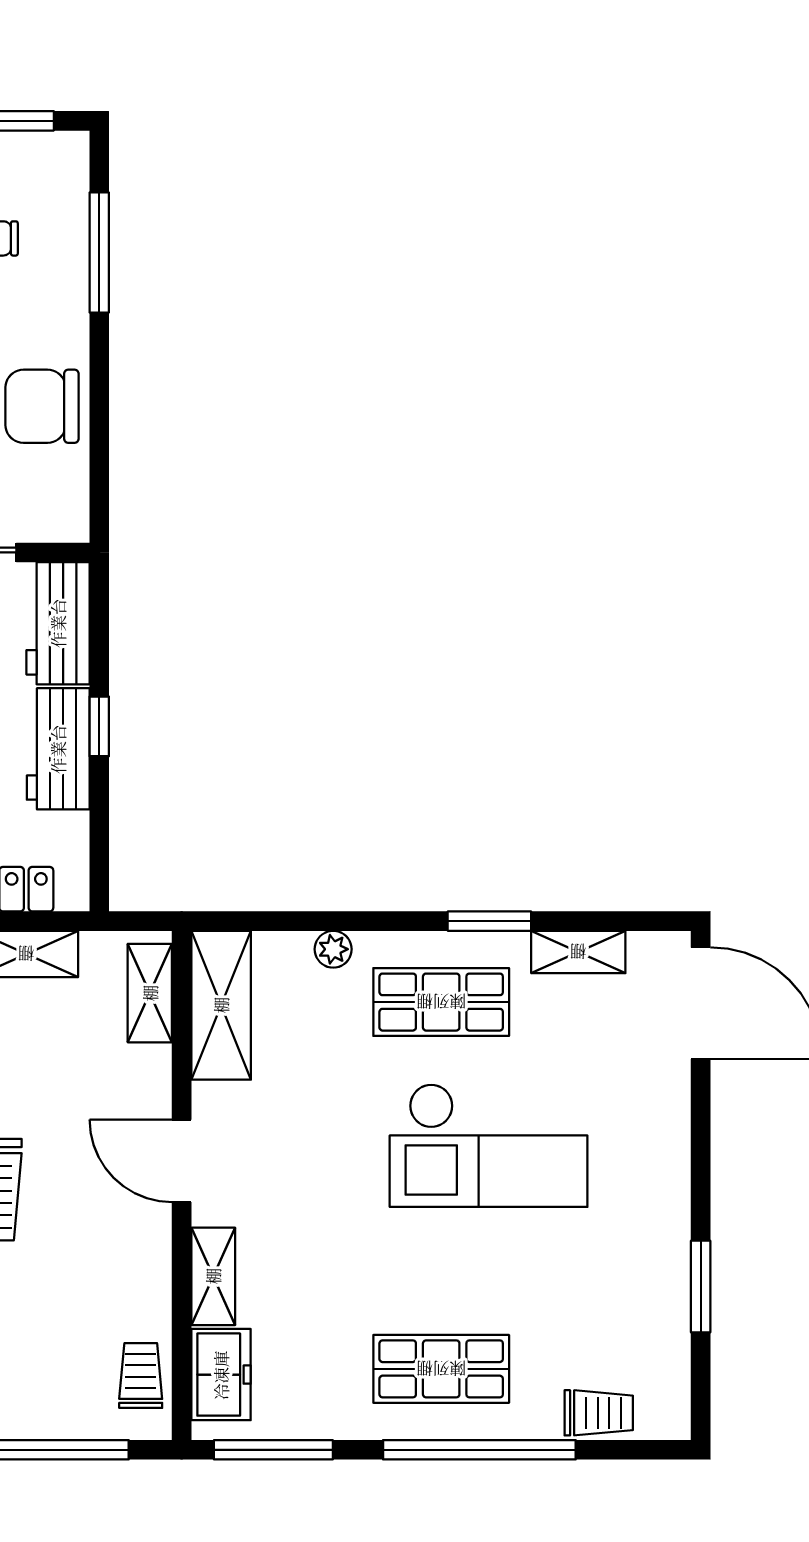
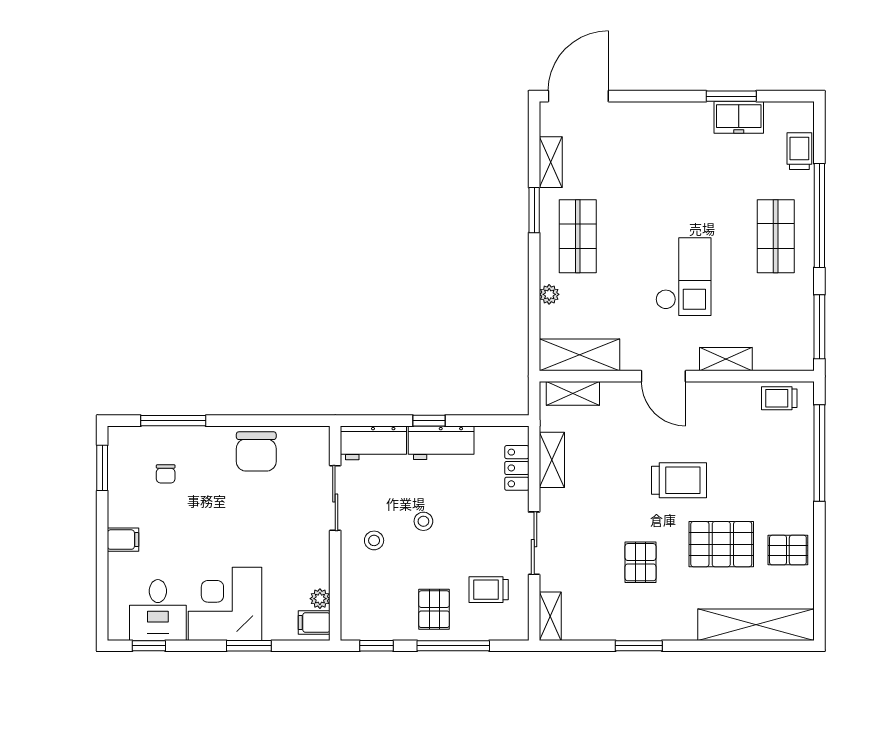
checkout: (489, 1145) -> (683, 277), moved, width x0.73, depth x0.83
door: (182, 1161) -> (663, 376), hinge flipped
freezer: (221, 1375) -> (739, 117), moved, turned 180

